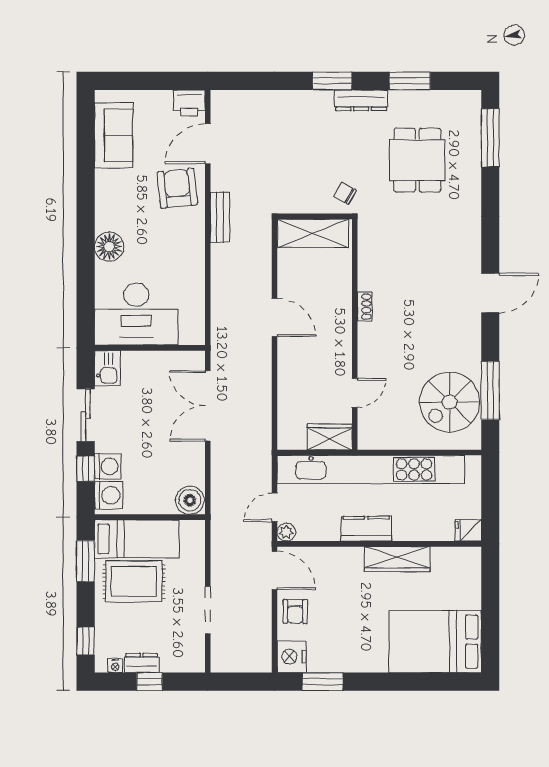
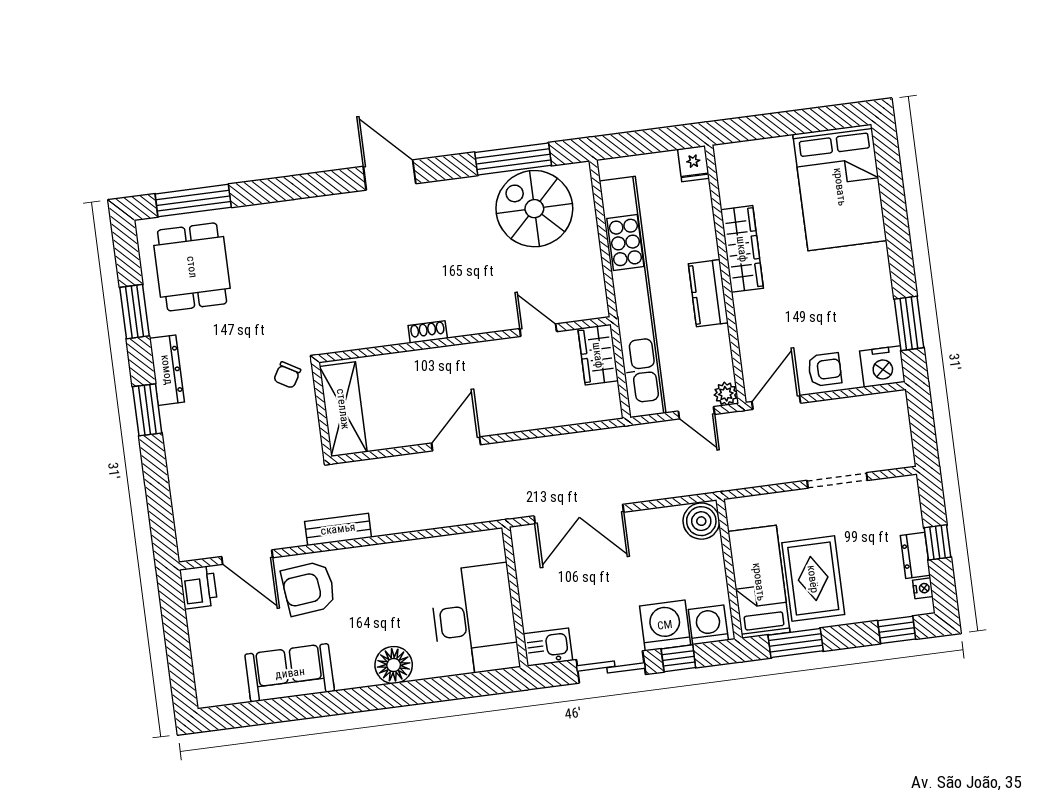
sofa: (114, 135) -> (290, 673), moved
dining table: (417, 160) -> (192, 267), moved, turned 90
spiral stairs: (450, 402) -> (534, 209), turned 180
washing machine: (108, 466) -> (665, 625), width x1.37, depth x1.37

